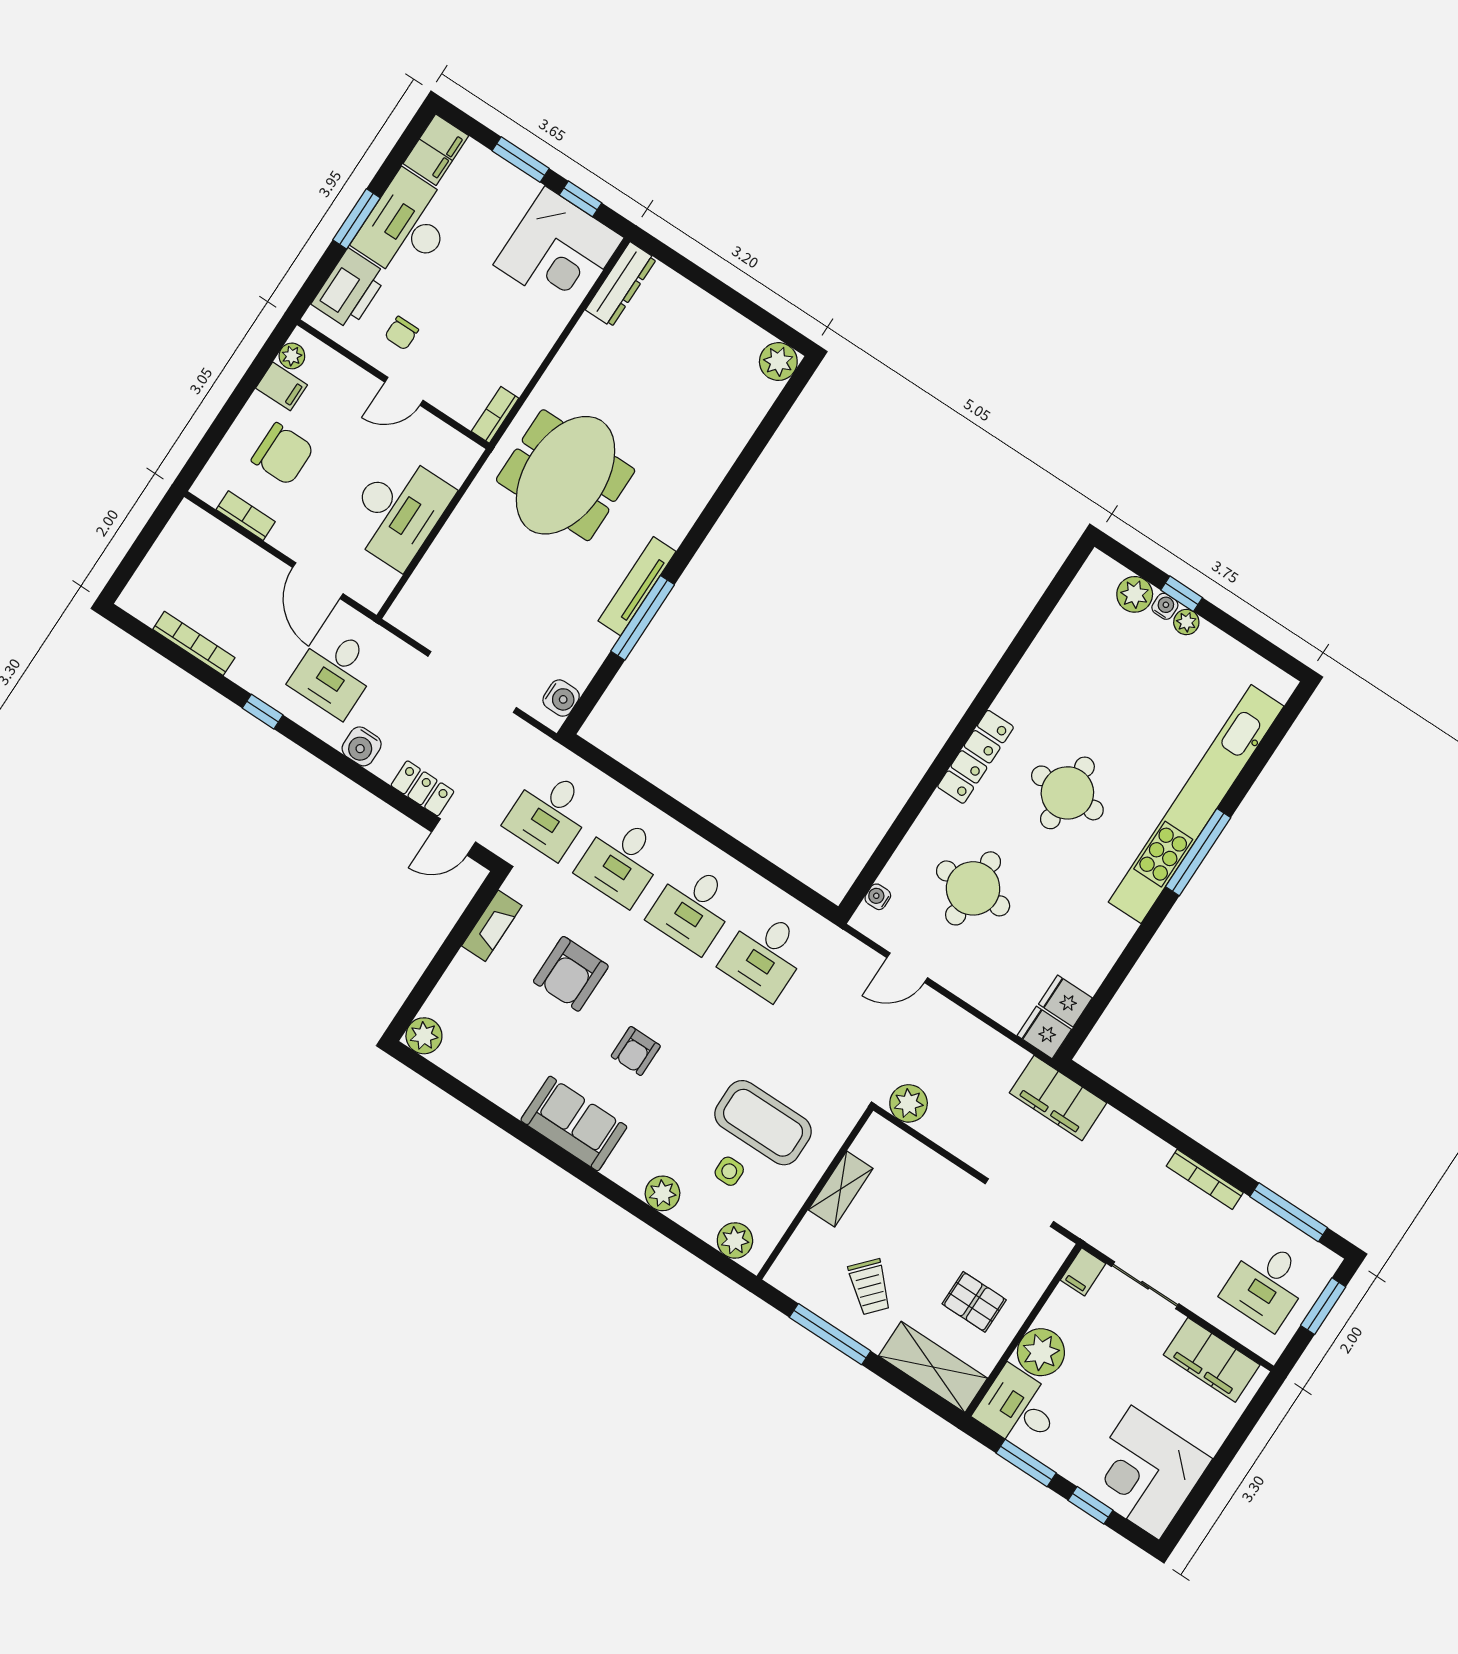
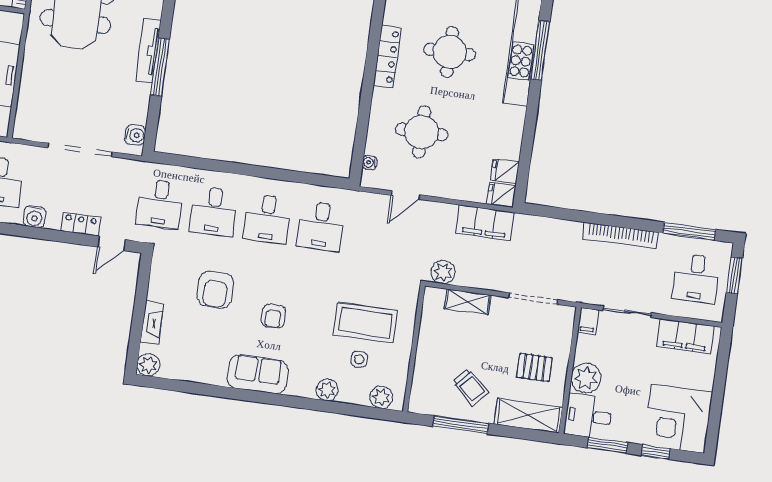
fireplace: (492, 926) -> (152, 323), moved
filing cabinet: (1058, 1098) -> (485, 223), moved
bookcase: (1205, 1179) -> (620, 236), width x1.48, depth x1.31
shelving: (841, 1189) -> (468, 302), moved, turned 90

